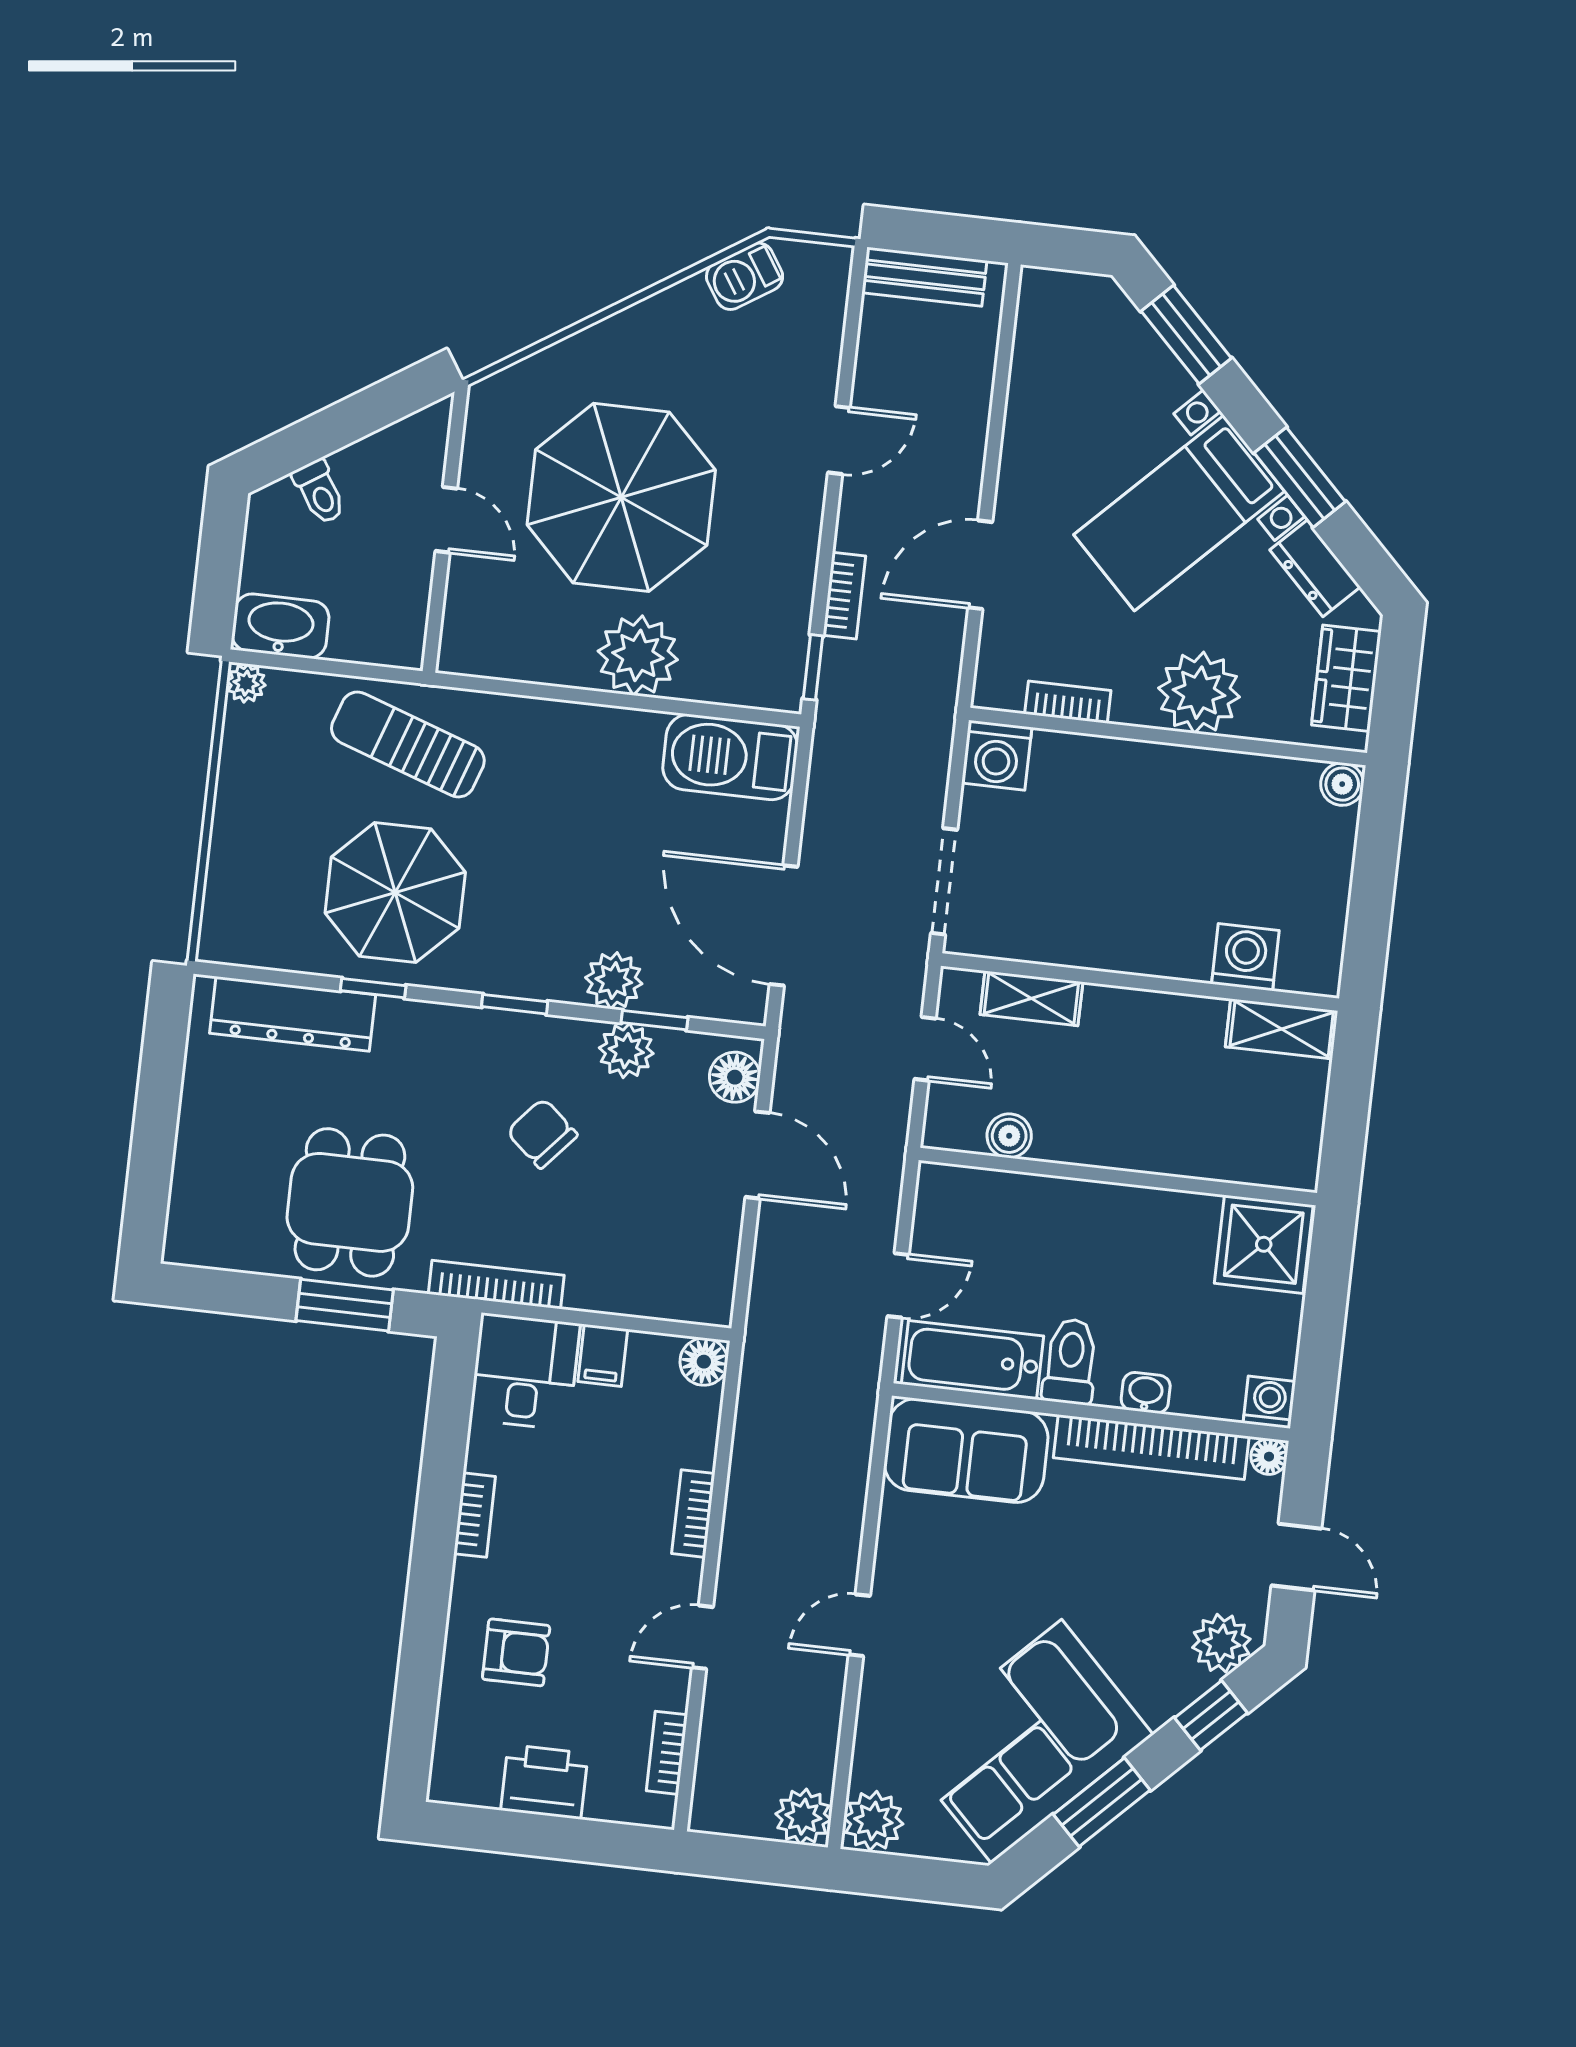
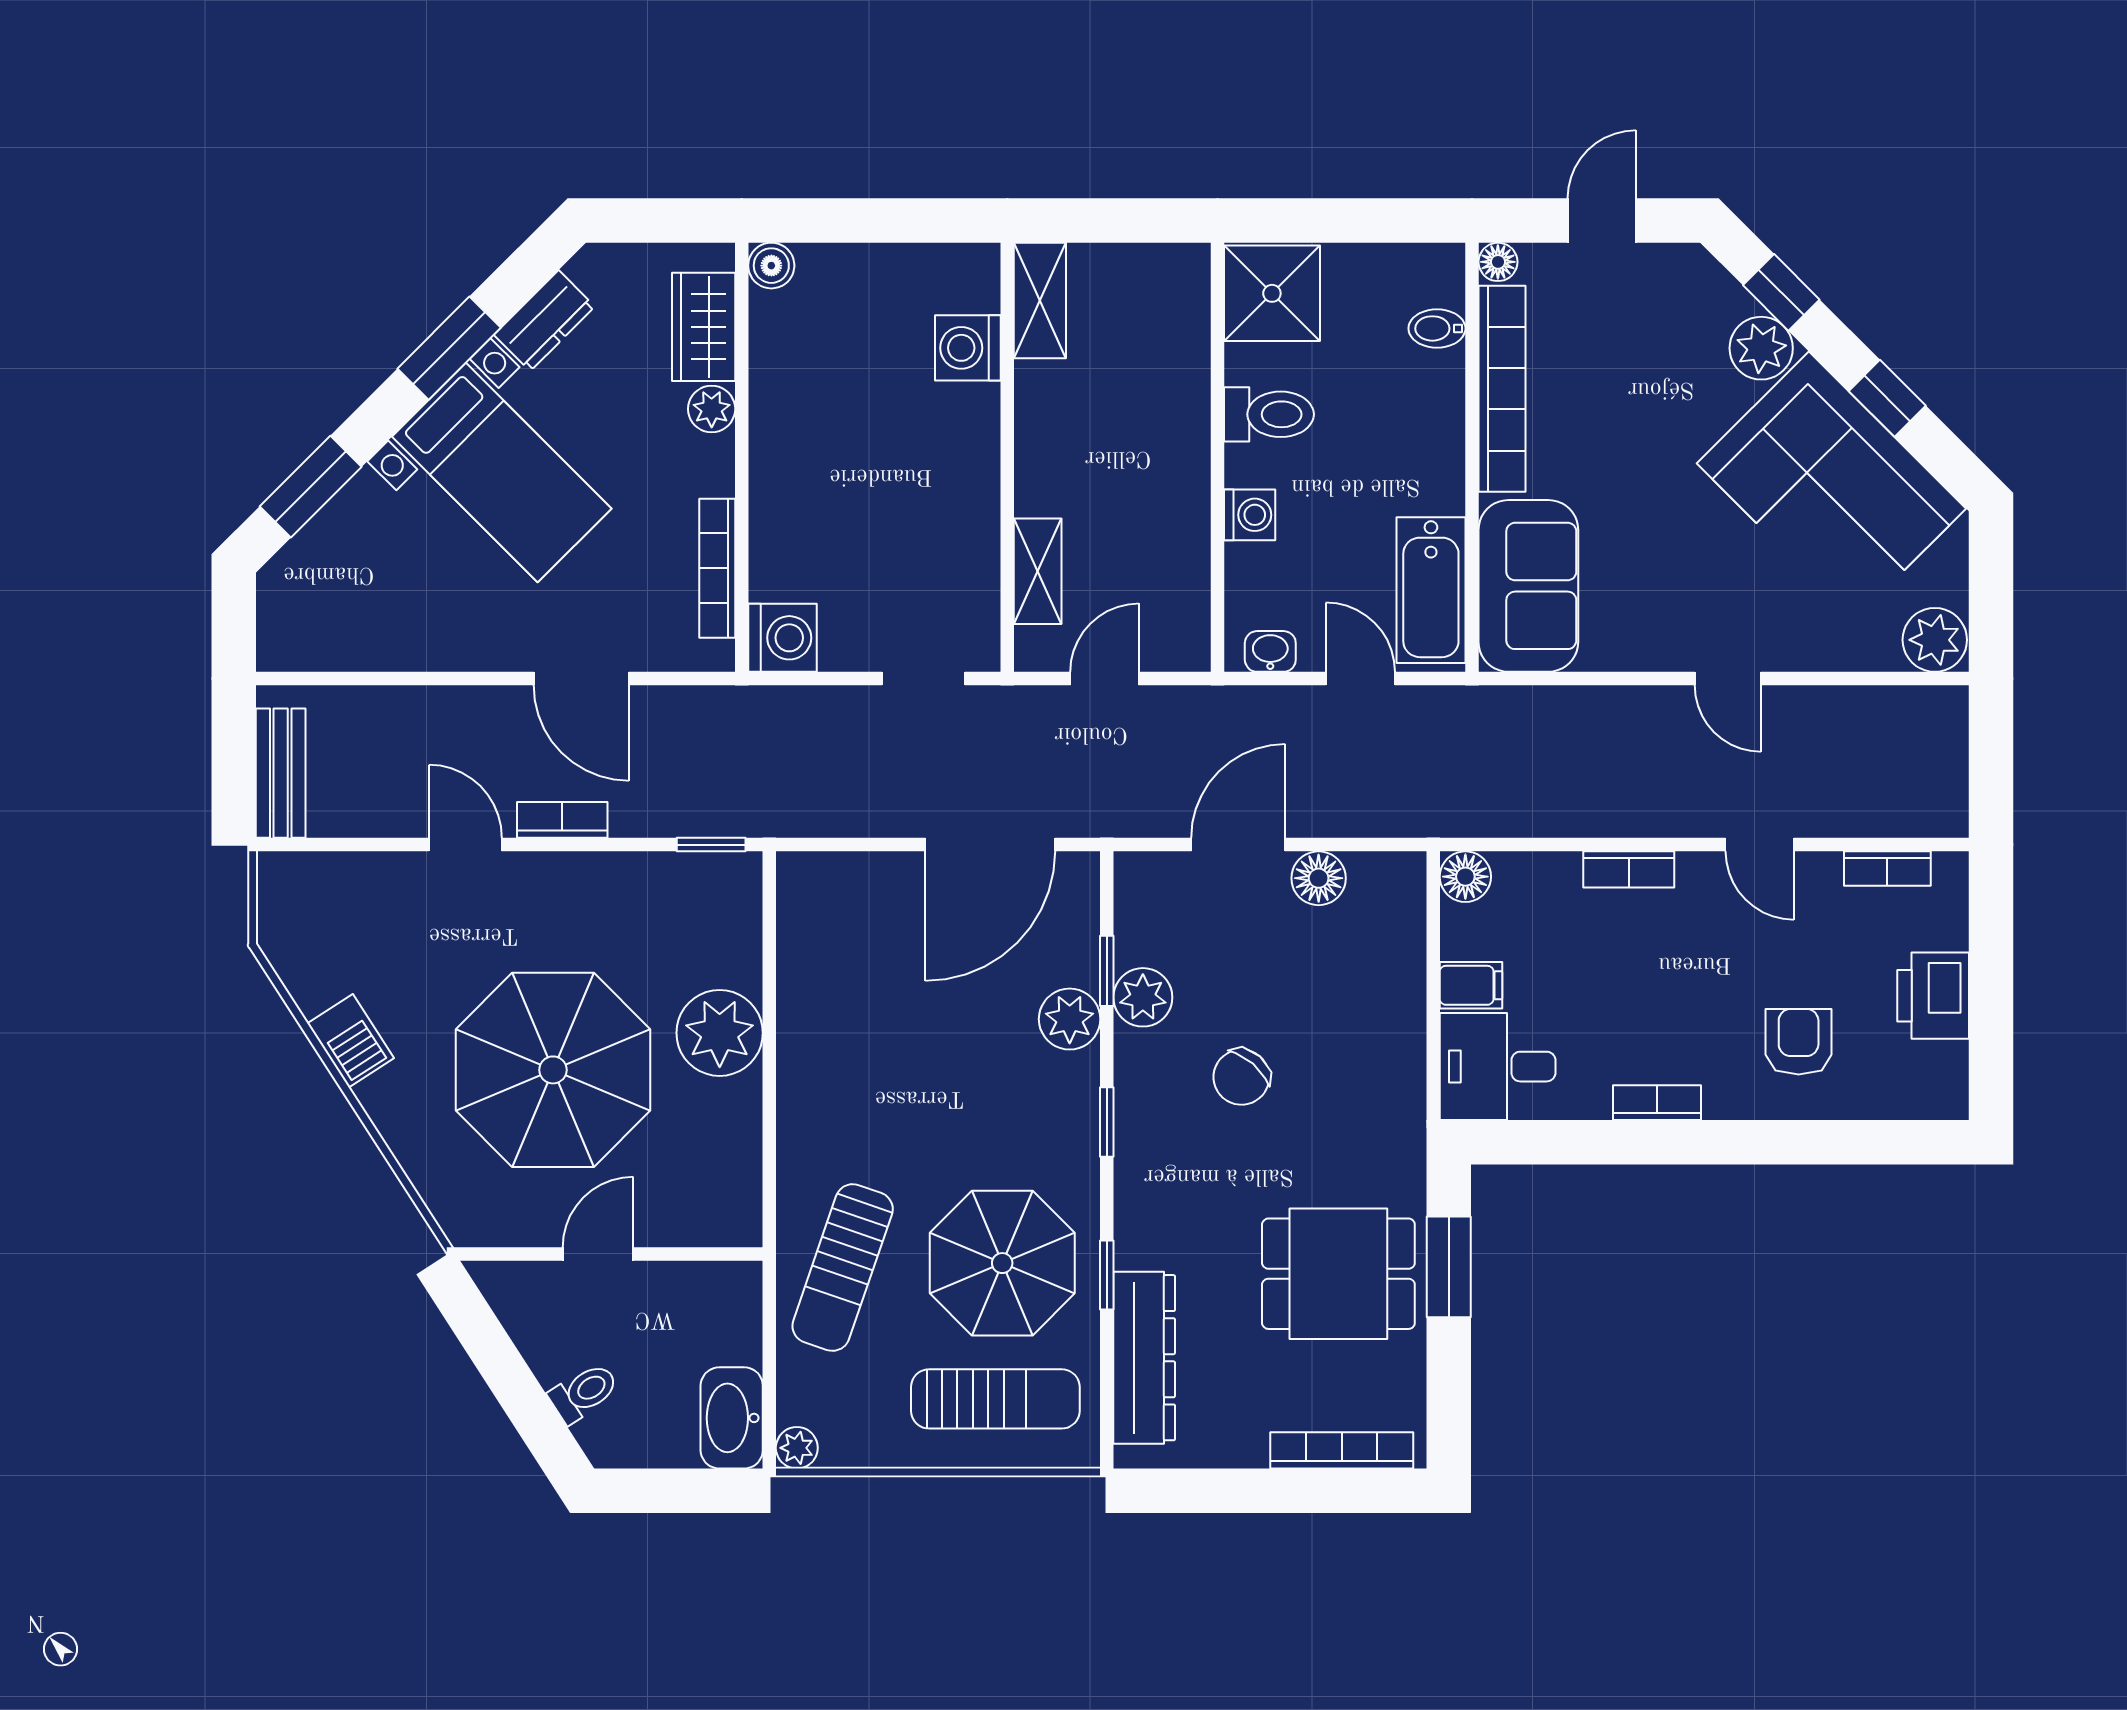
barbecue: (745, 276) -> (351, 1041), moved
bookcase: (844, 596) -> (562, 820), moved
wardrobe: (1346, 678) -> (704, 327), moved, turned 90
plant: (1199, 693) -> (712, 409), width x0.53, depth x0.53
bookcase: (1068, 702) -> (717, 568), width x1.56
barbecue: (730, 757) -> (817, 922), removed
sun lounger: (270, 872) -> (995, 1399), added
doorway: (944, 881) -> (924, 679), width x0.73
floor lamp: (735, 1077) -> (1319, 878), moved
boiler: (1009, 1136) -> (1187, 578), removed
bookcase: (496, 1285) -> (1342, 1450), moved, turned 90
toilet: (1070, 1361) -> (1269, 414), moved, turned 180
washbasin: (1146, 1393) -> (1270, 651), moved, turned 90
bidet: (1214, 1393) -> (1437, 328), added
washing machine: (1269, 1402) -> (1250, 515), moved, turned 180
plant: (1221, 1643) -> (1761, 348), moved
window: (1102, 1802) -> (1887, 398), width x0.67
plant: (803, 1817) -> (1939, 715), removed

